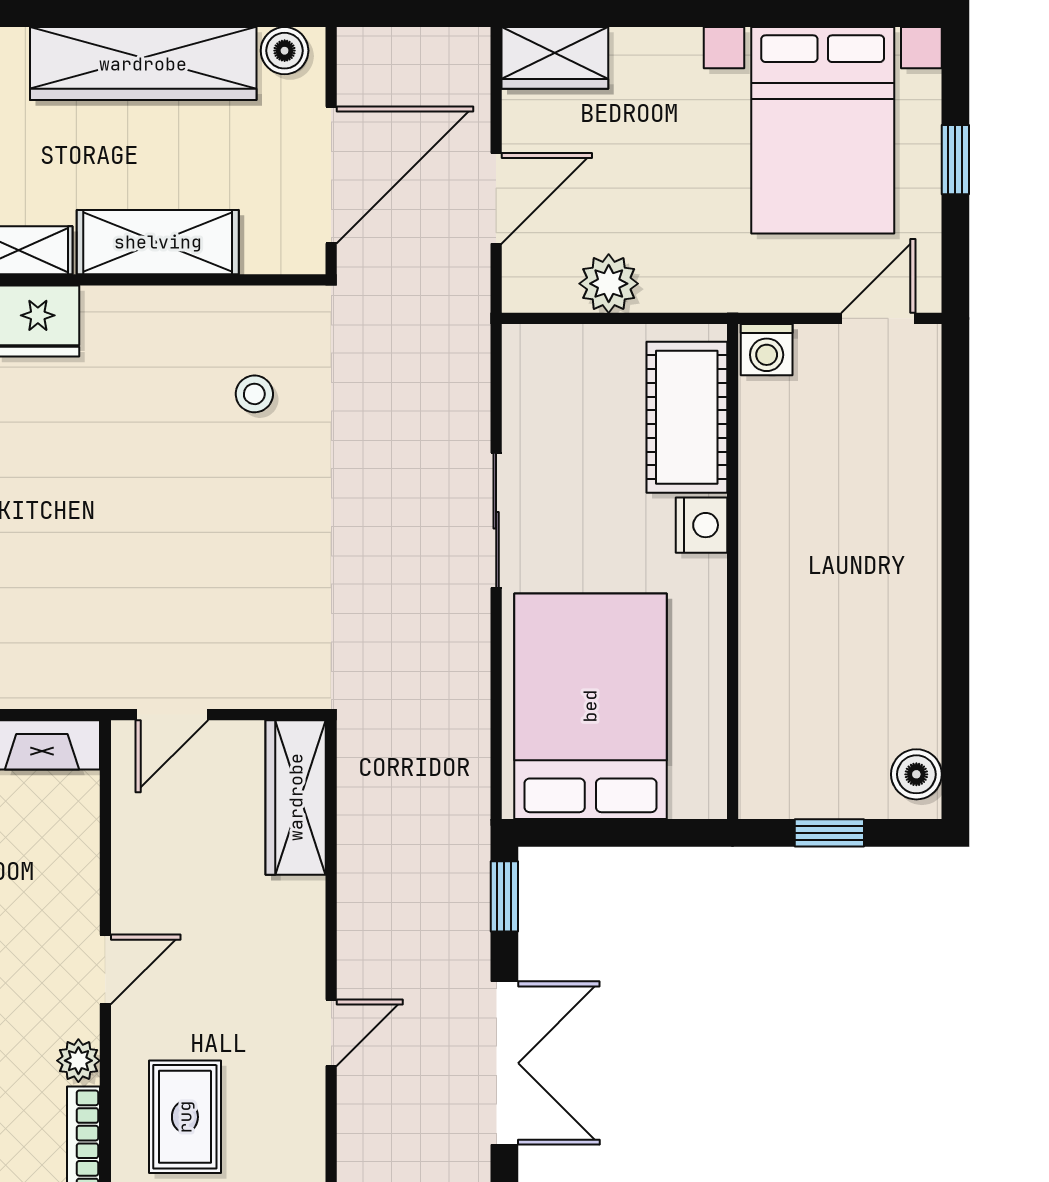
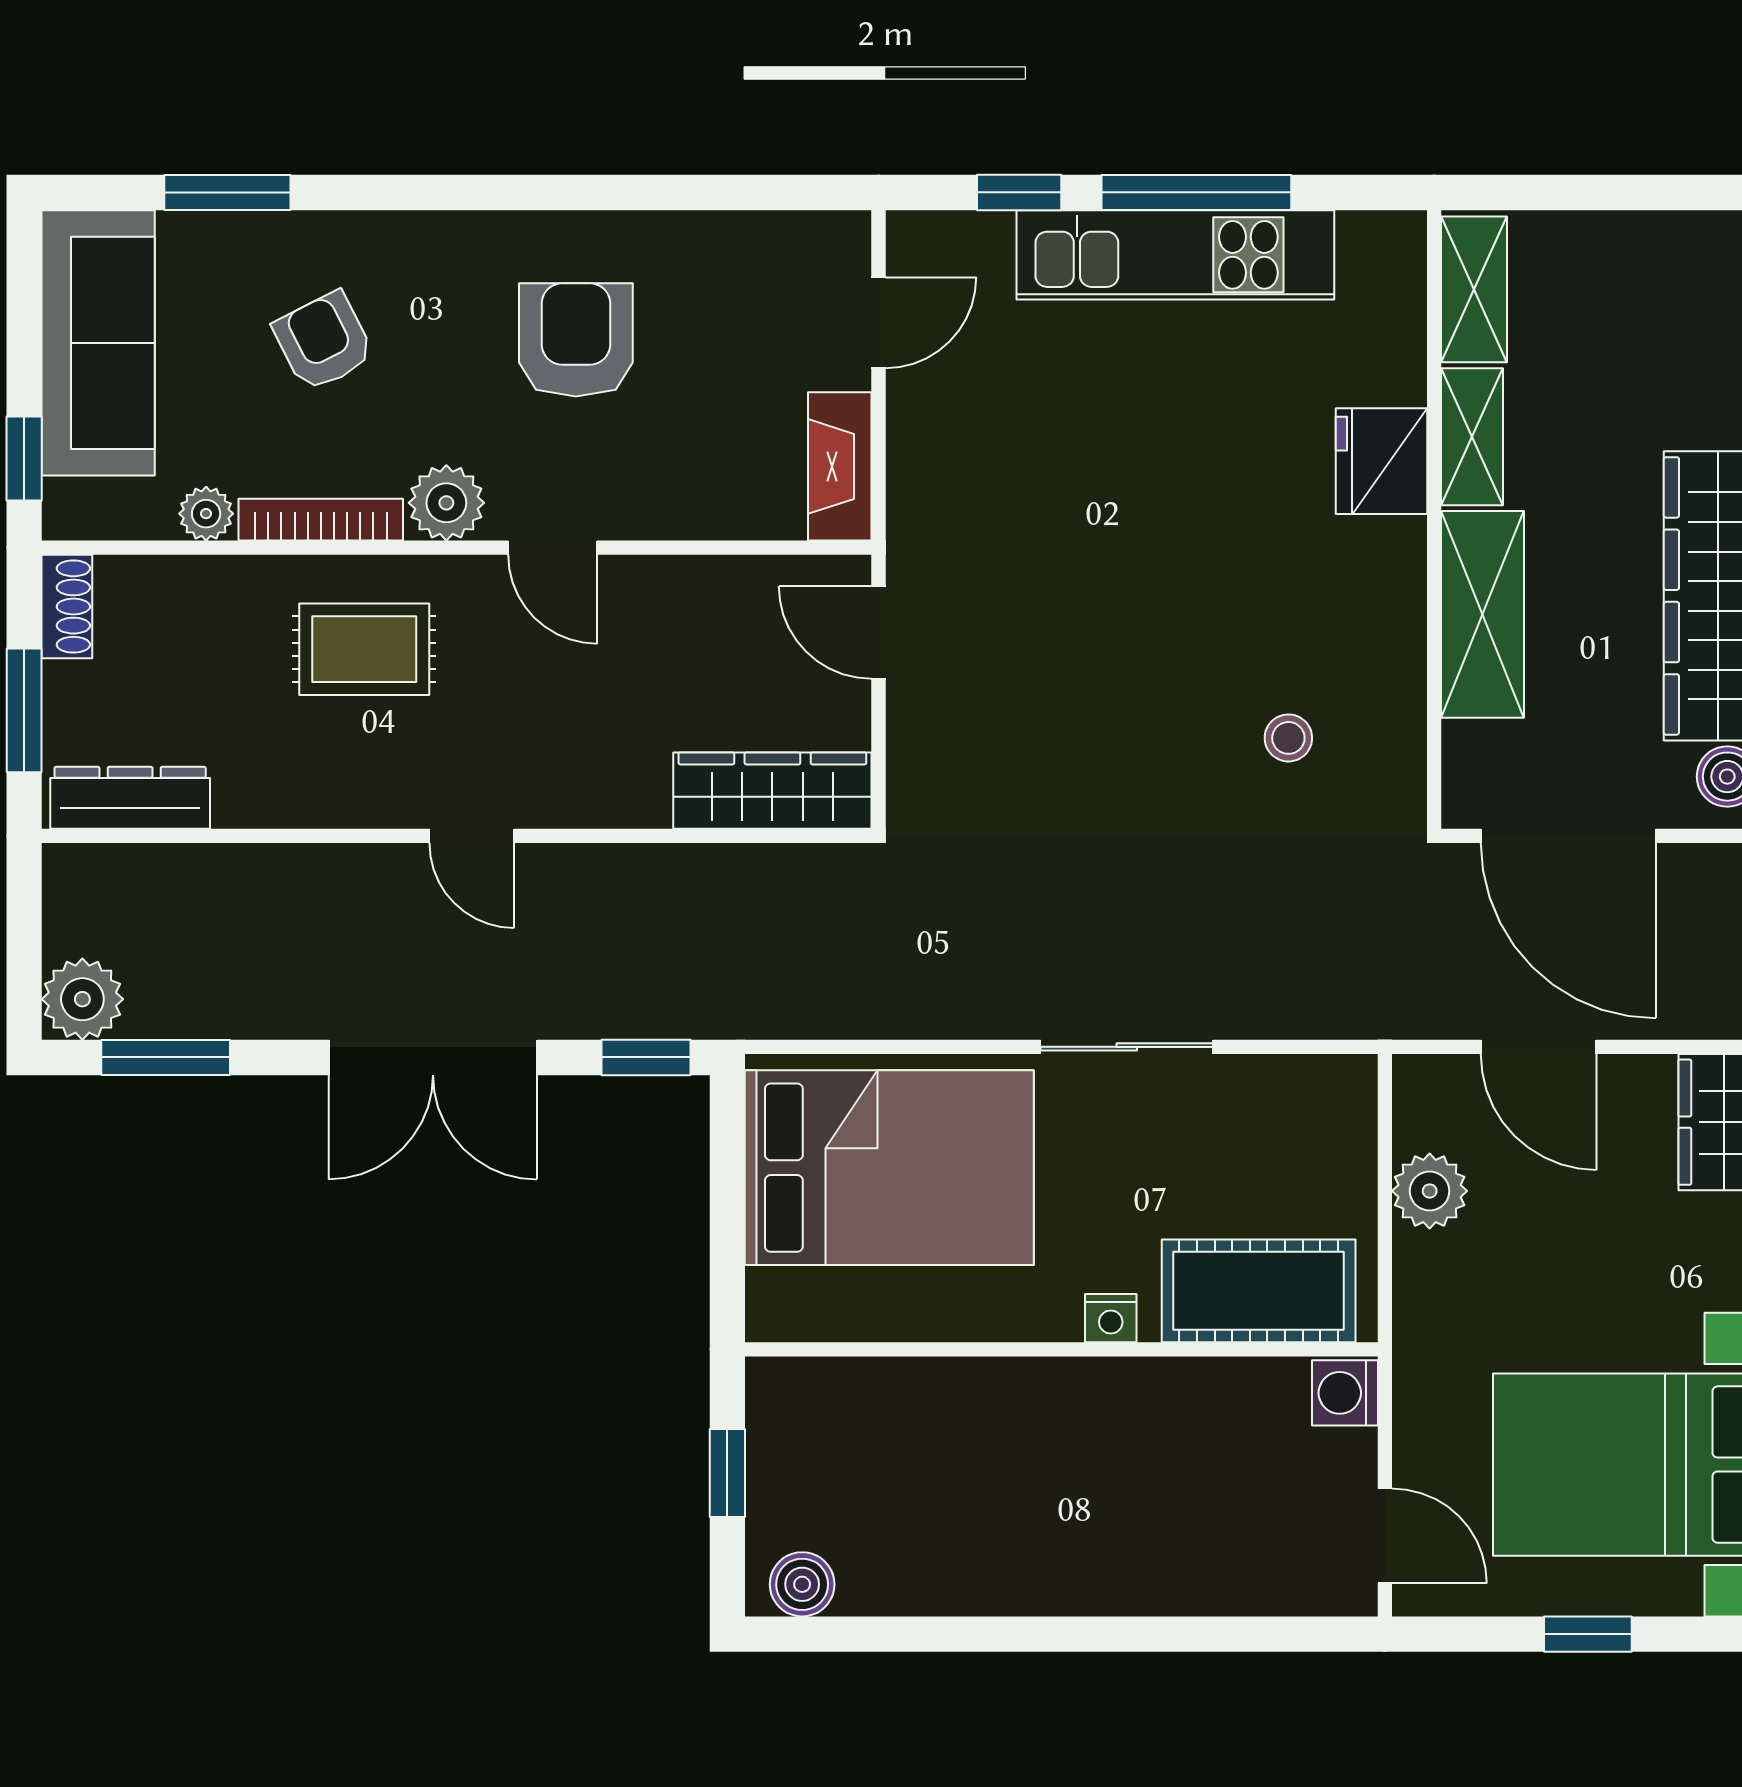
nightstand: (701, 525) -> (1111, 1318), width x0.72, depth x0.74
plant: (78, 1061) -> (446, 503), width x1.38, depth x1.38

